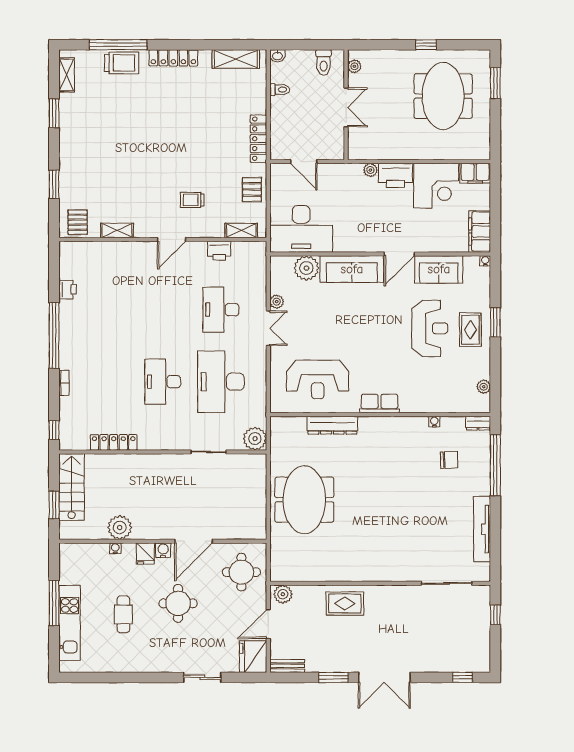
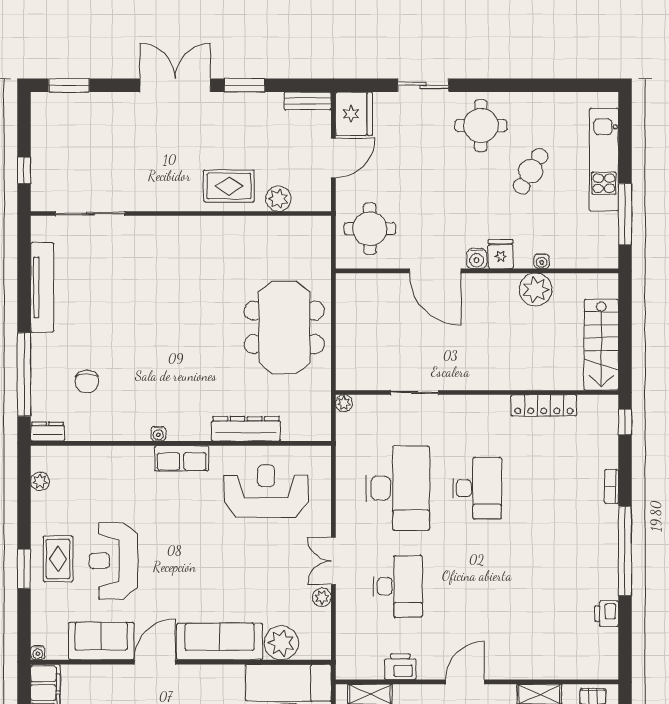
water cooler: (434, 422) -> (158, 434), moved
plant: (255, 439) -> (344, 403), width x0.53, depth x0.53
chair: (449, 460) -> (87, 382), turned -88
window: (54, 505) -> (625, 320), removed
door: (194, 541) -> (435, 271), swing flipped
plant: (283, 594) -> (278, 199), moved
window: (54, 603) -> (625, 214), moved
round table: (178, 603) -> (481, 126), moved
cafe table: (123, 614) -> (531, 171), turned 31
window: (462, 677) -> (69, 85), width x1.50

